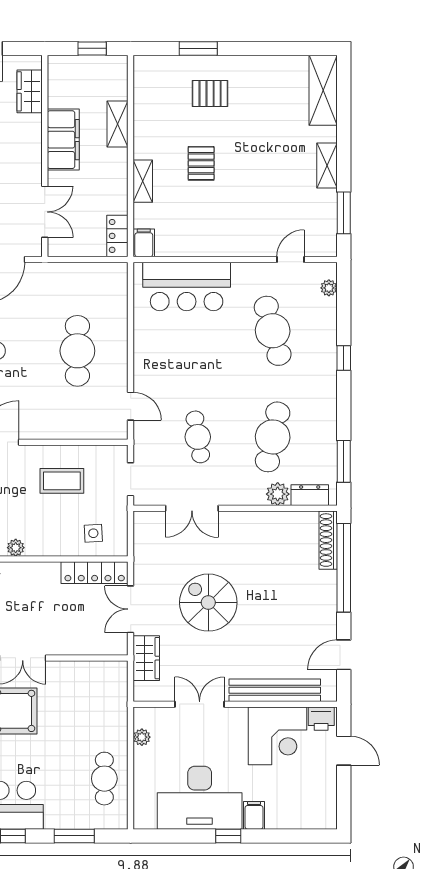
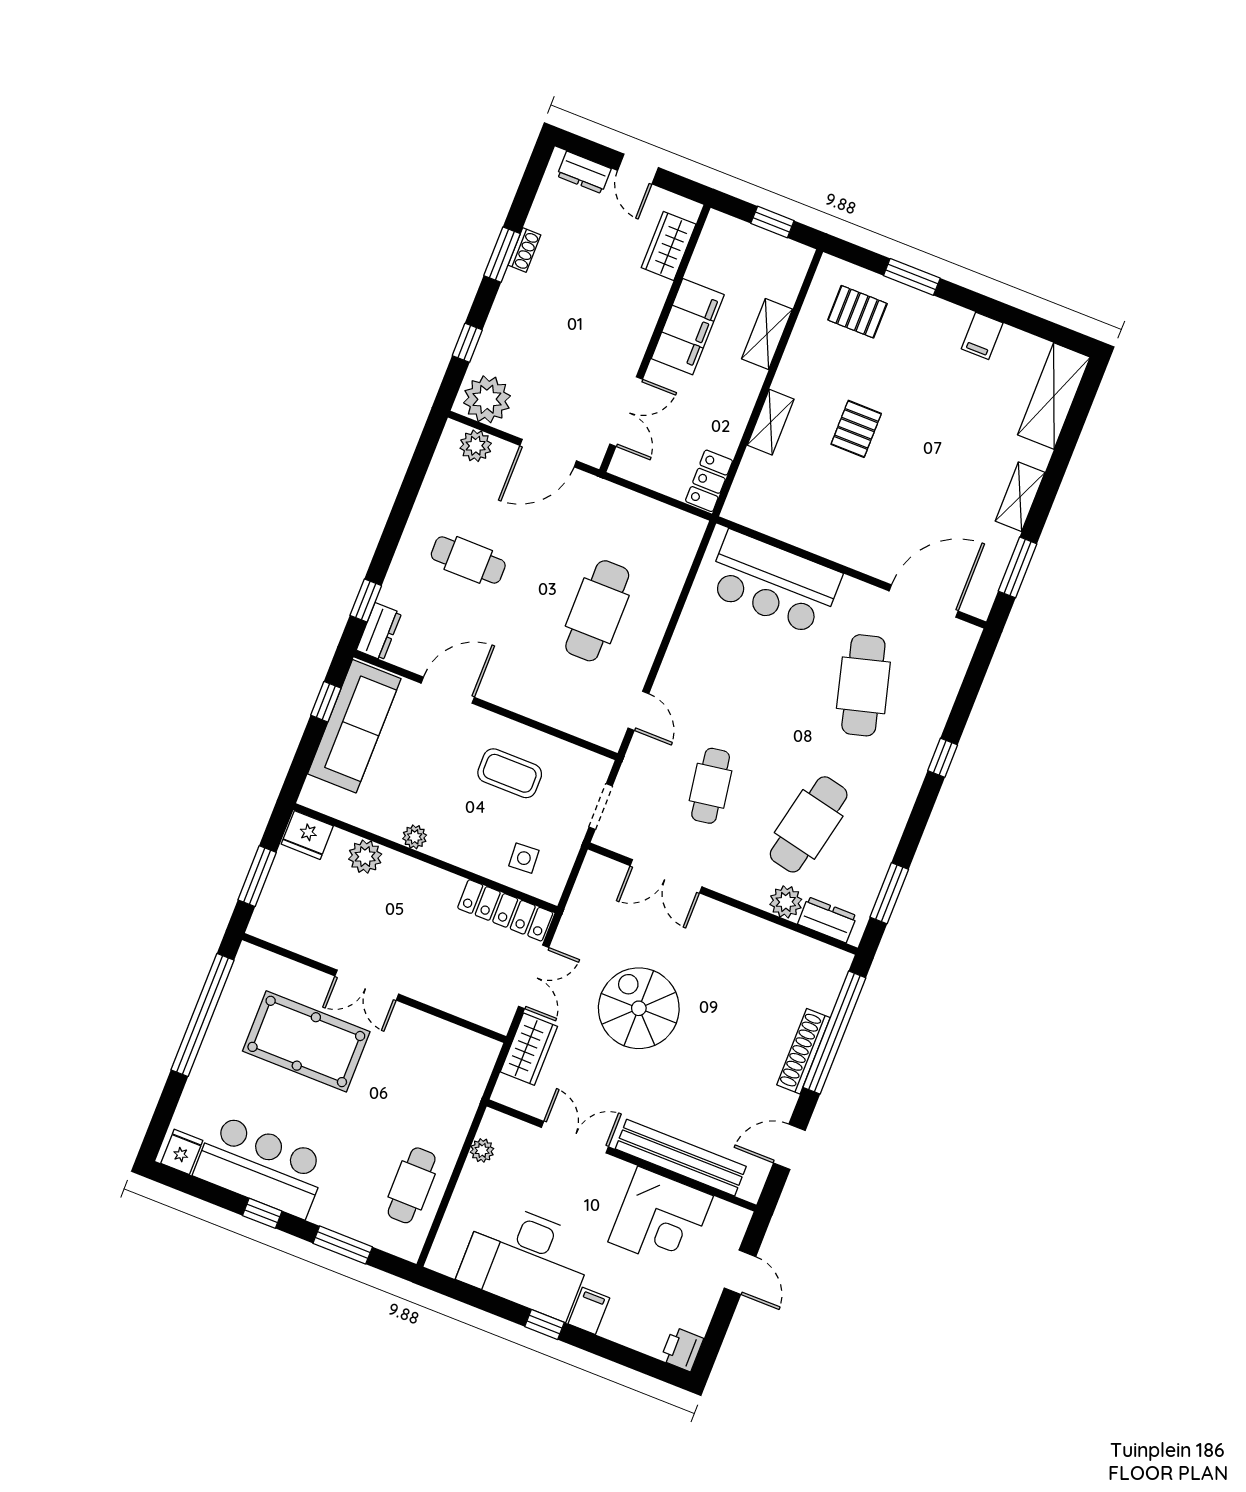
pallet: (210, 93) -> (857, 312), moved
filing cabinet: (144, 243) -> (982, 336), moved, turned 180
door: (290, 259) -> (924, 601), width x1.88
plant: (329, 288) -> (959, 658), removed
shoe rack: (328, 540) -> (803, 1051), moved
double door: (131, 609) -> (534, 977), swing flipped
printer: (321, 719) -> (682, 1349), moved, turned 90

